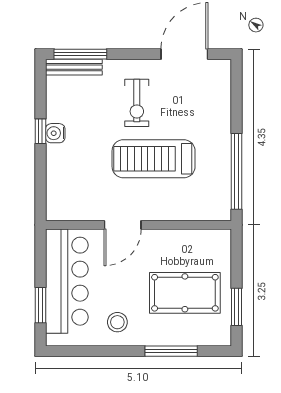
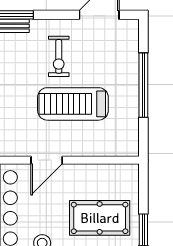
window: (236, 171) -> (143, 85), moved

